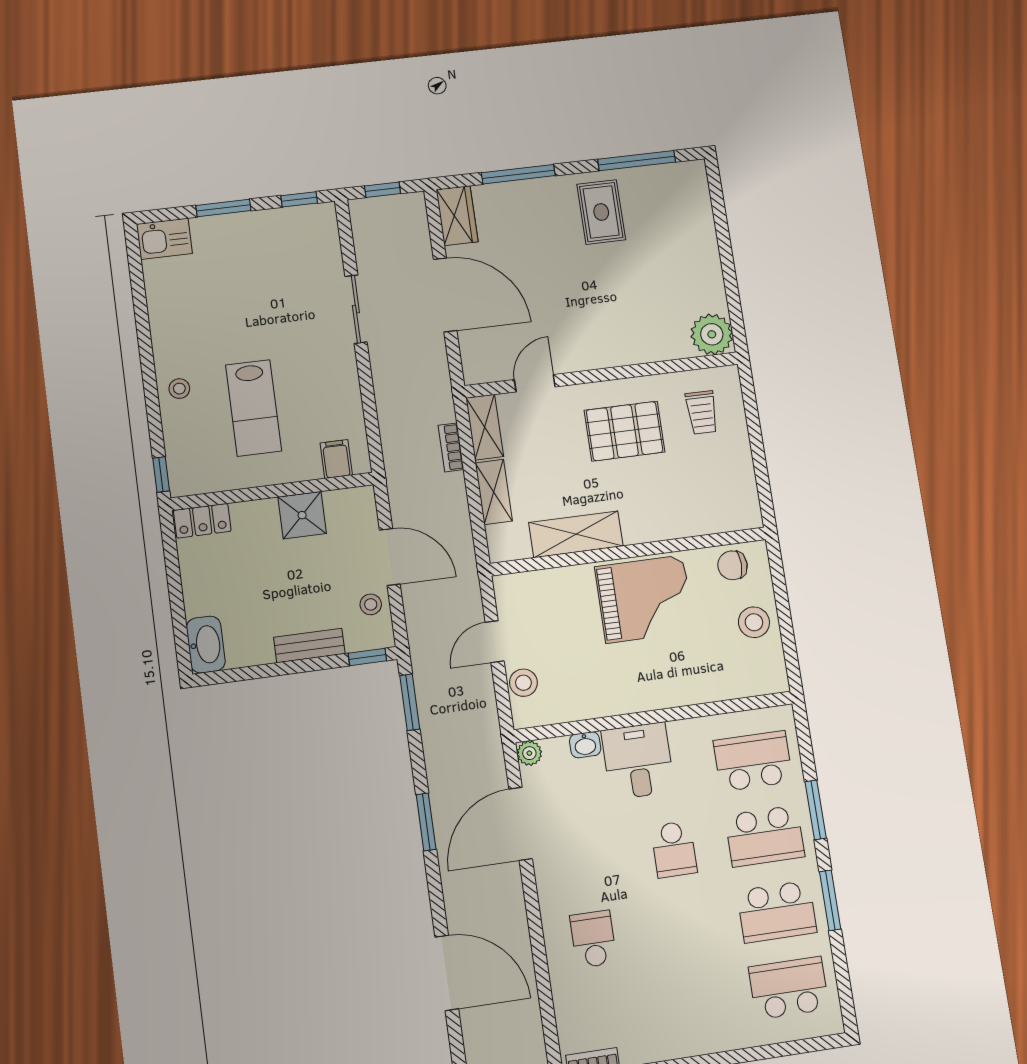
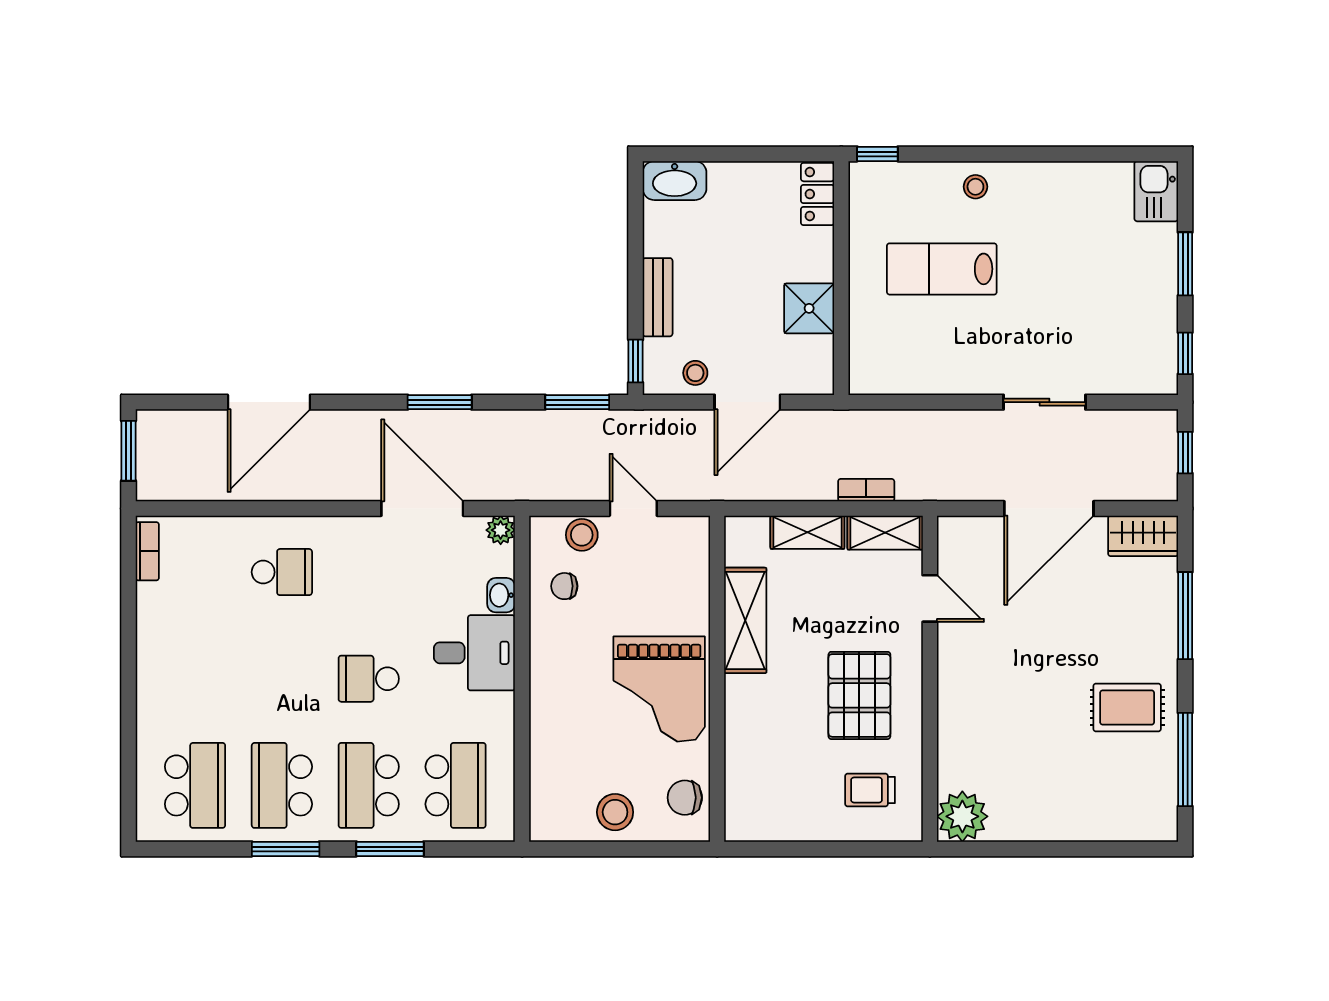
filing cabinet: (336, 459) -> (870, 356), removed
chair: (733, 565) -> (685, 798), turned -90
chair: (569, 692) -> (564, 586), added

